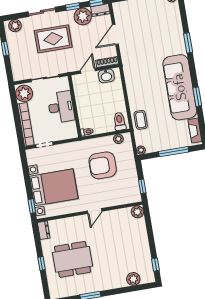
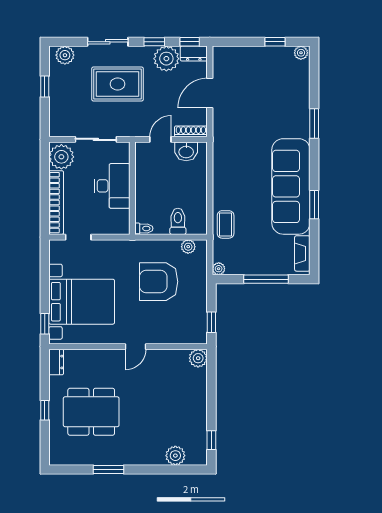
toilet: (120, 121) -> (178, 221), moved

